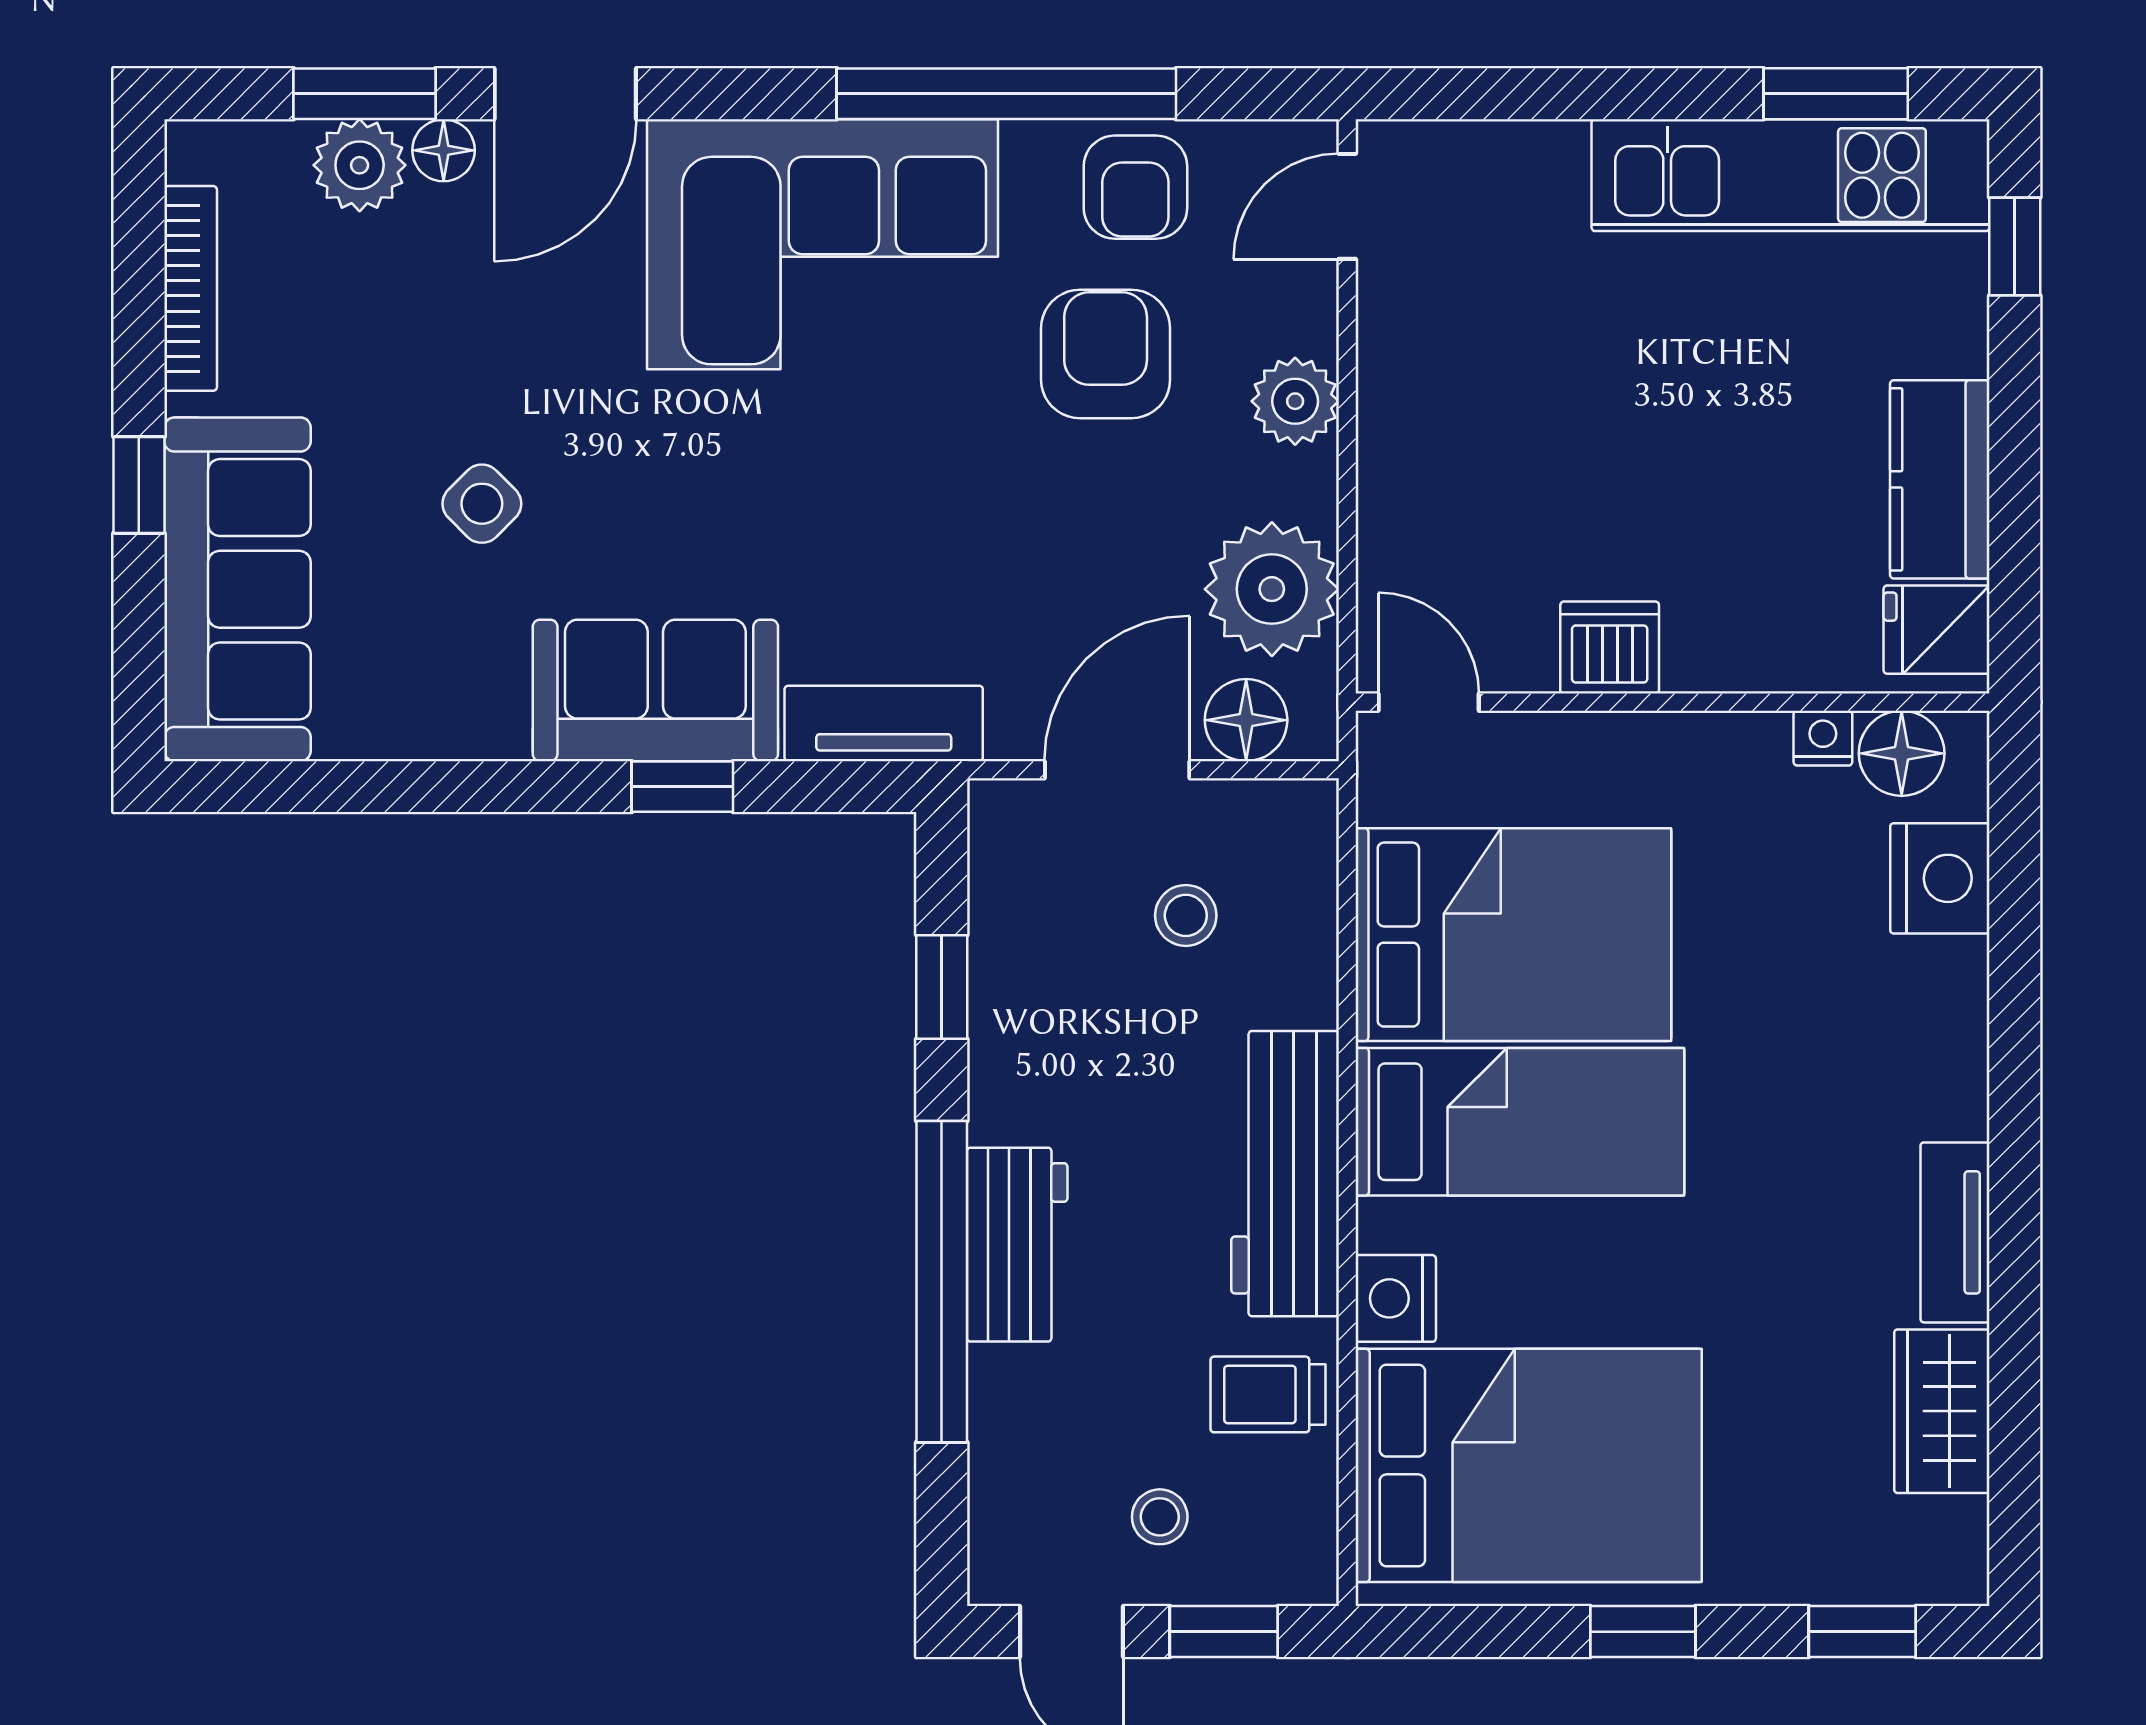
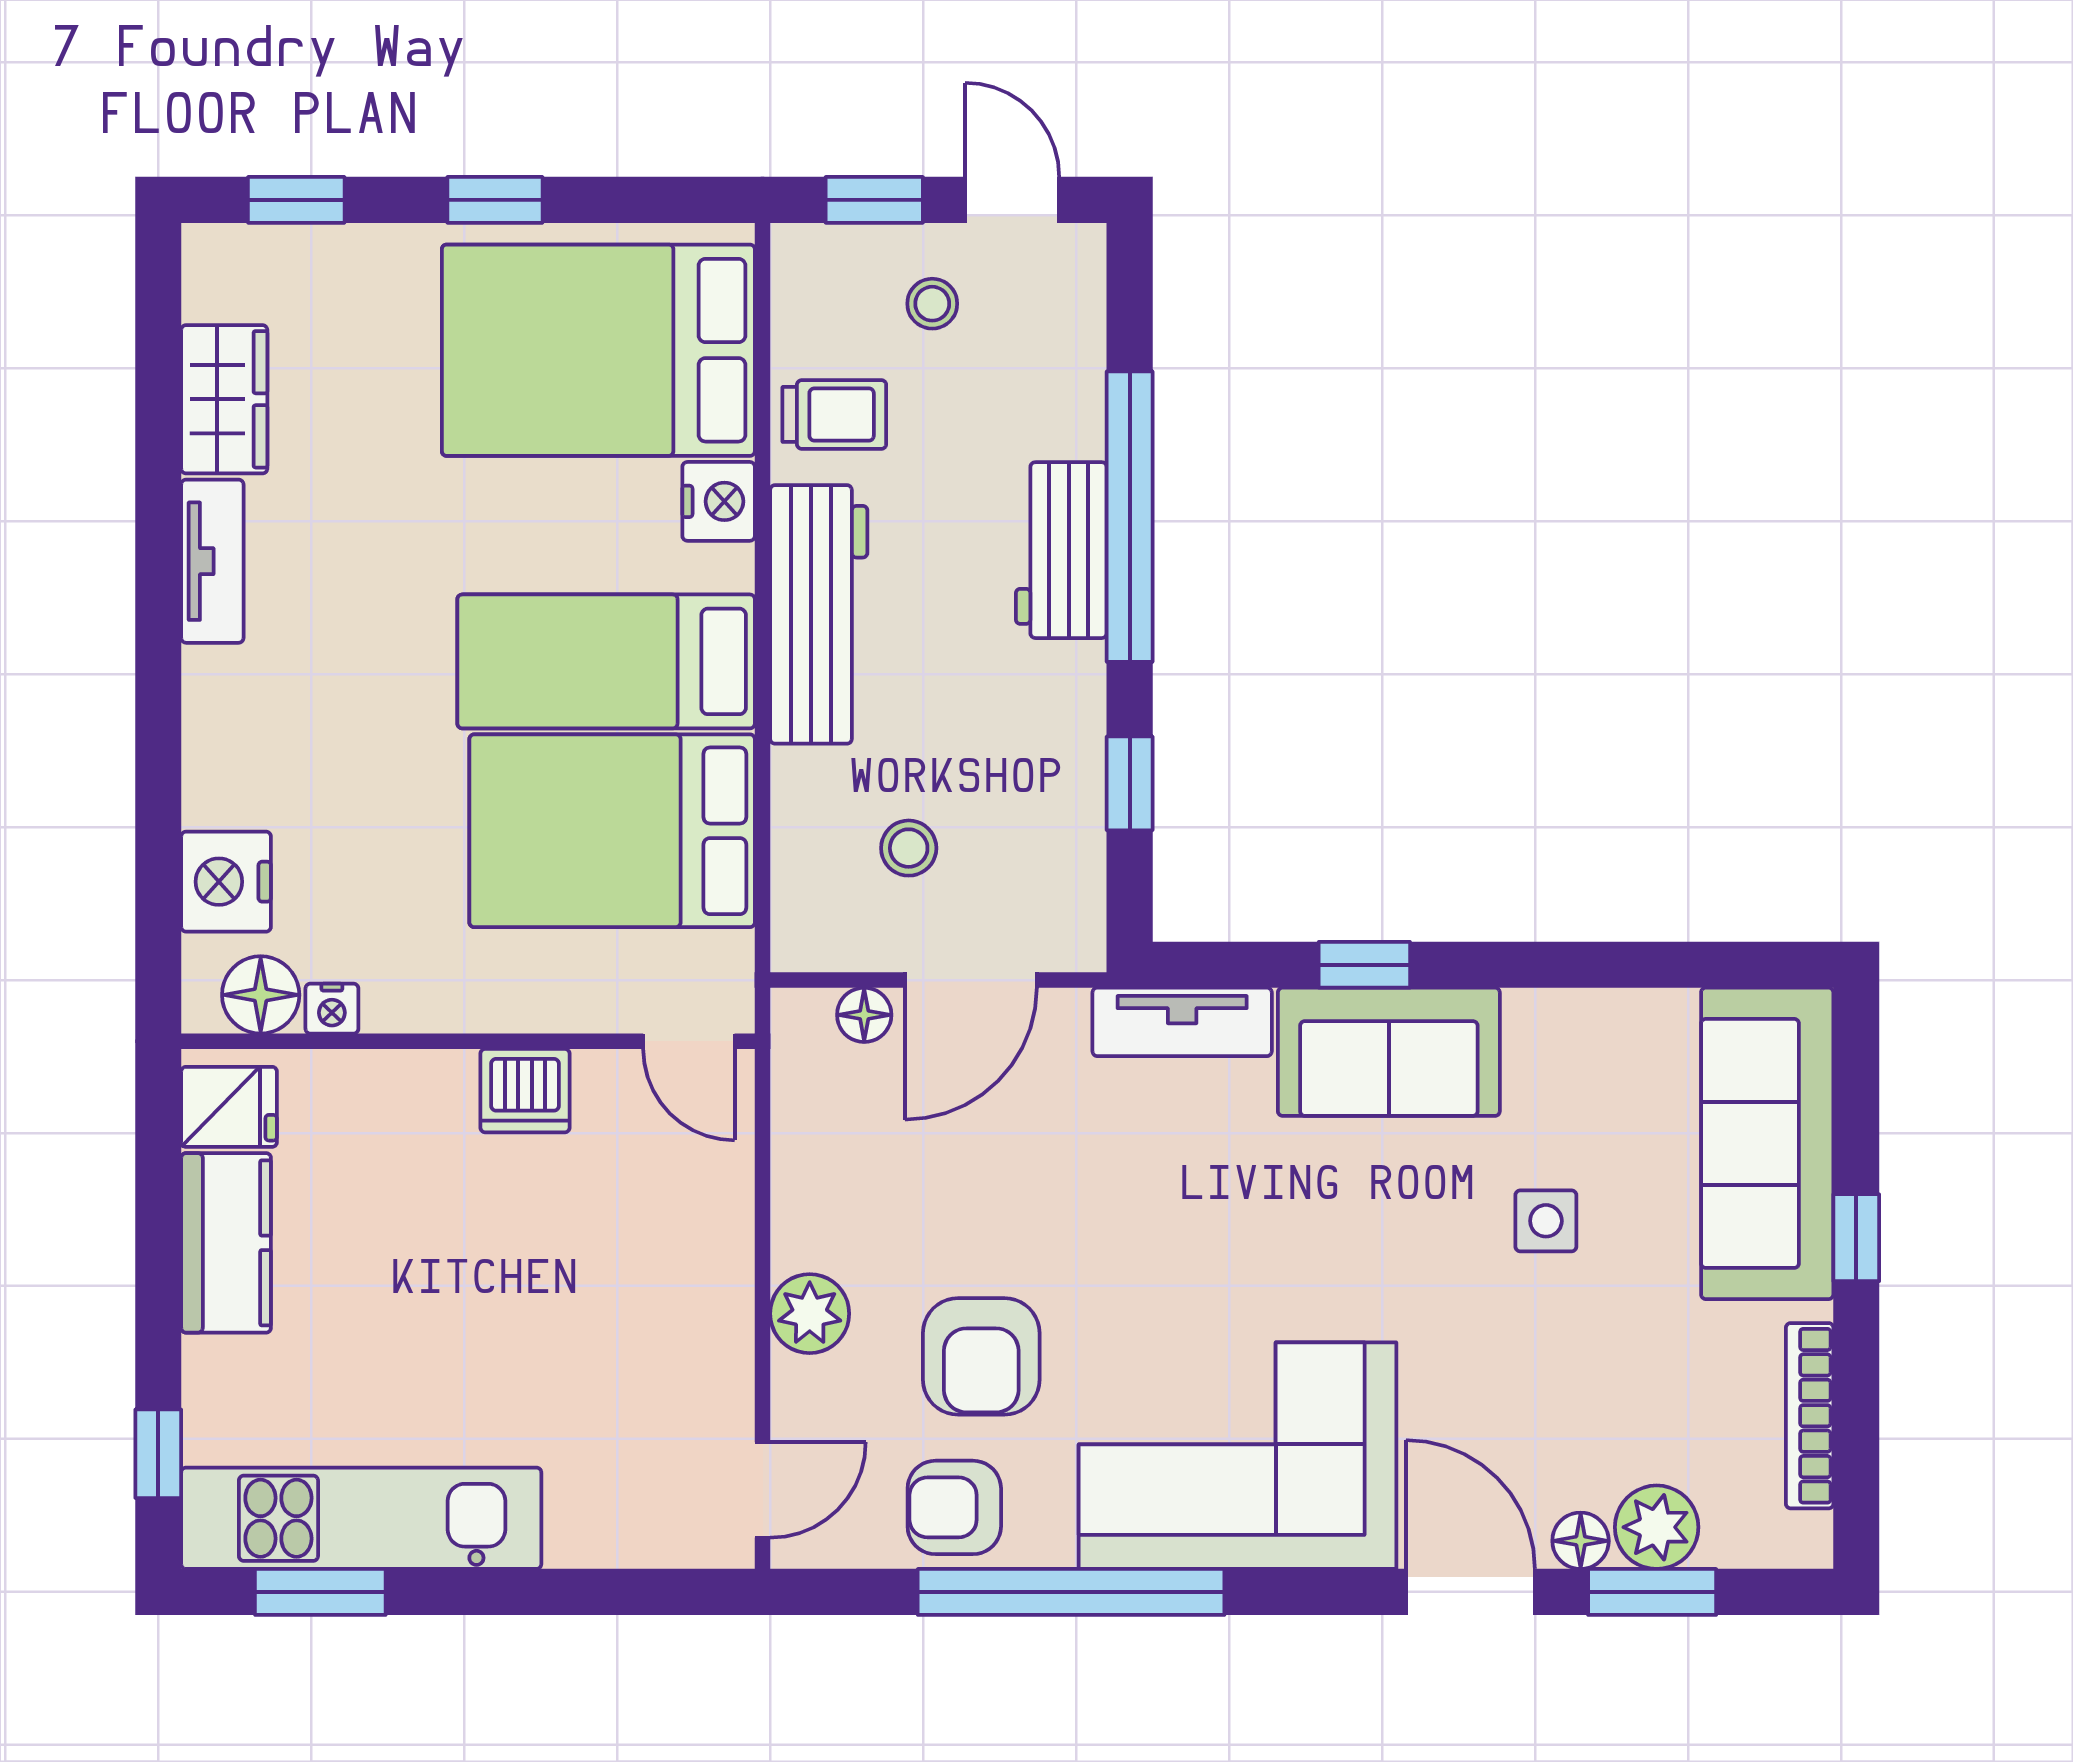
door: (565, 94) -> (1470, 1592), hinge flipped
armchair: (1135, 187) -> (954, 1507), turned -90
side table: (482, 504) -> (1546, 1221), turned 45
plant: (1272, 589) -> (831, 1144), removed
floor lamp: (1246, 720) -> (864, 1015), width x0.73, depth x0.73

